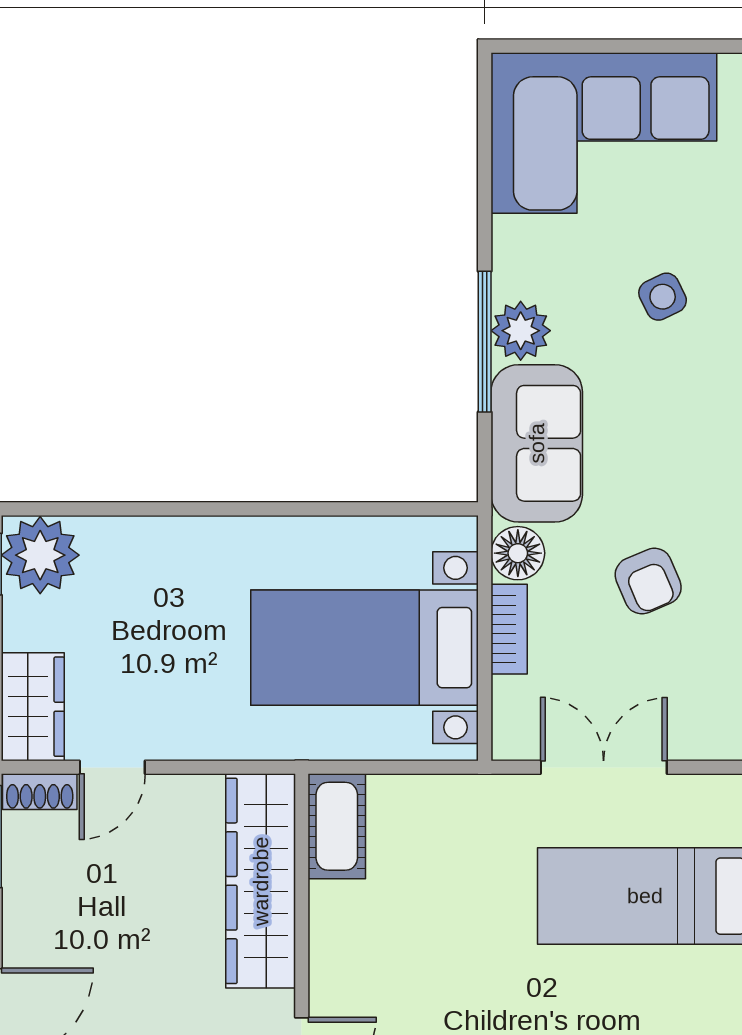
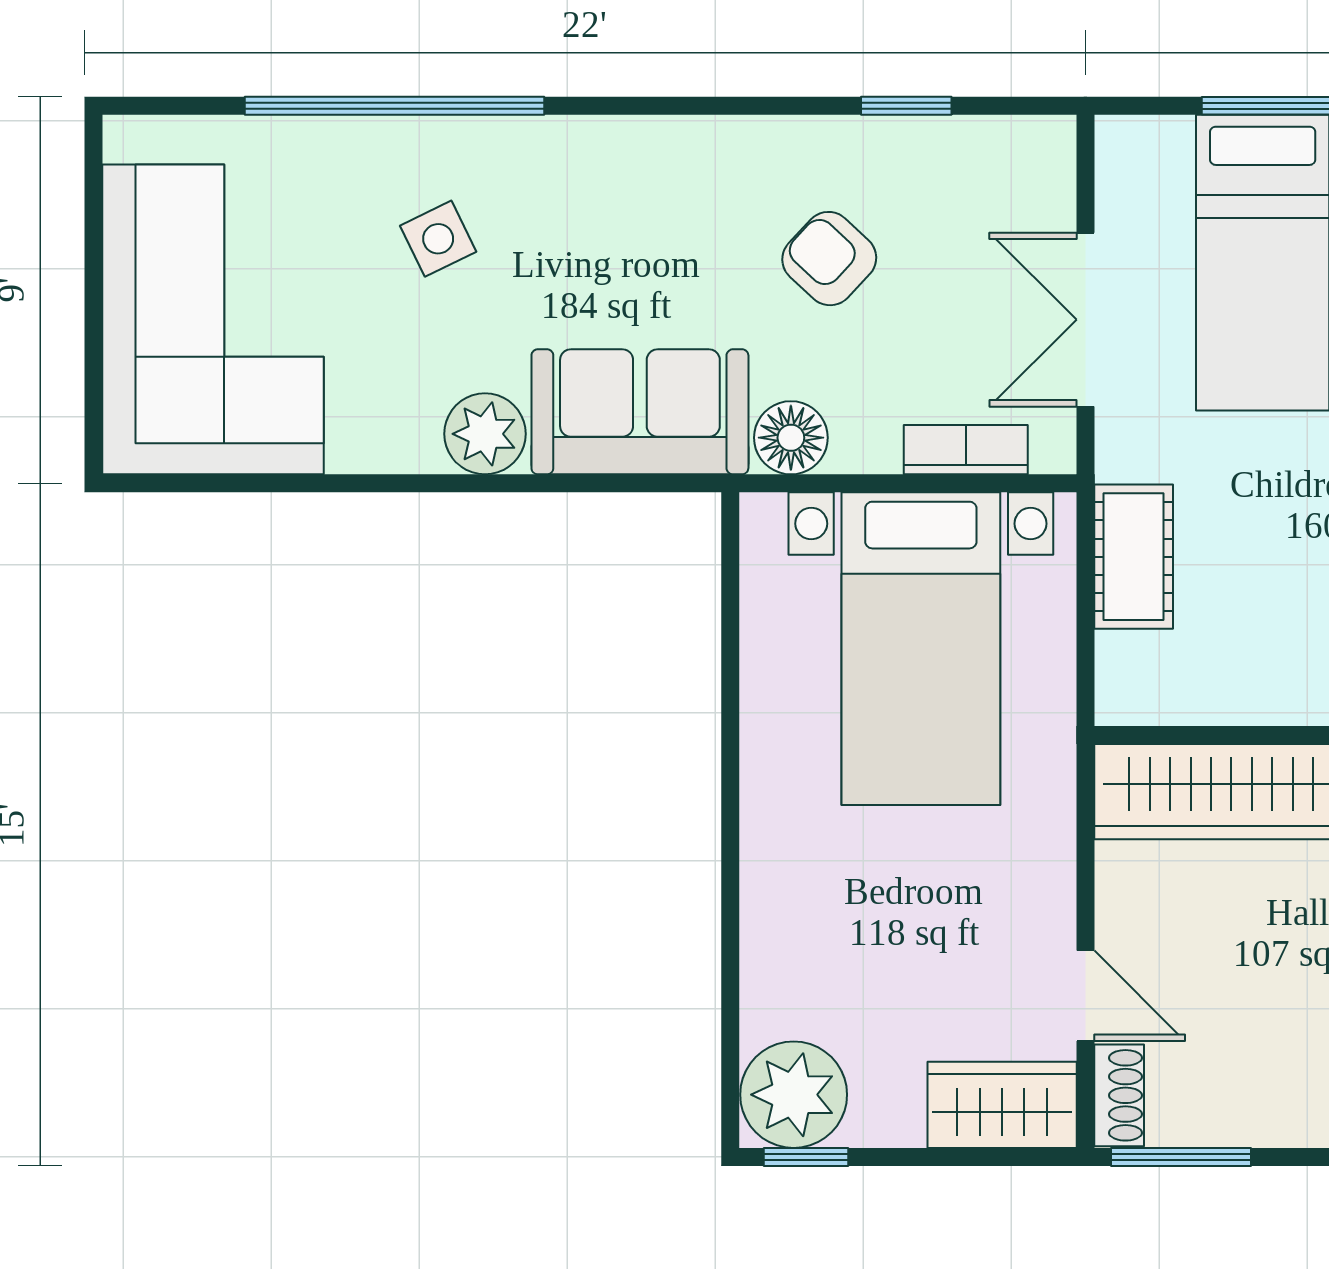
window: (485, 342) -> (500, 483), removed
armchair: (648, 581) -> (829, 259), turned -114
bookcase: (509, 629) -> (966, 450), moved
cot: (337, 826) -> (1134, 557), moved, turned 90

